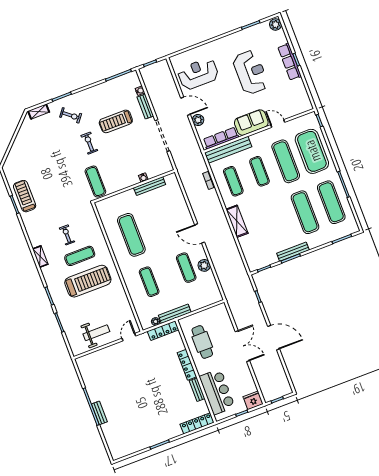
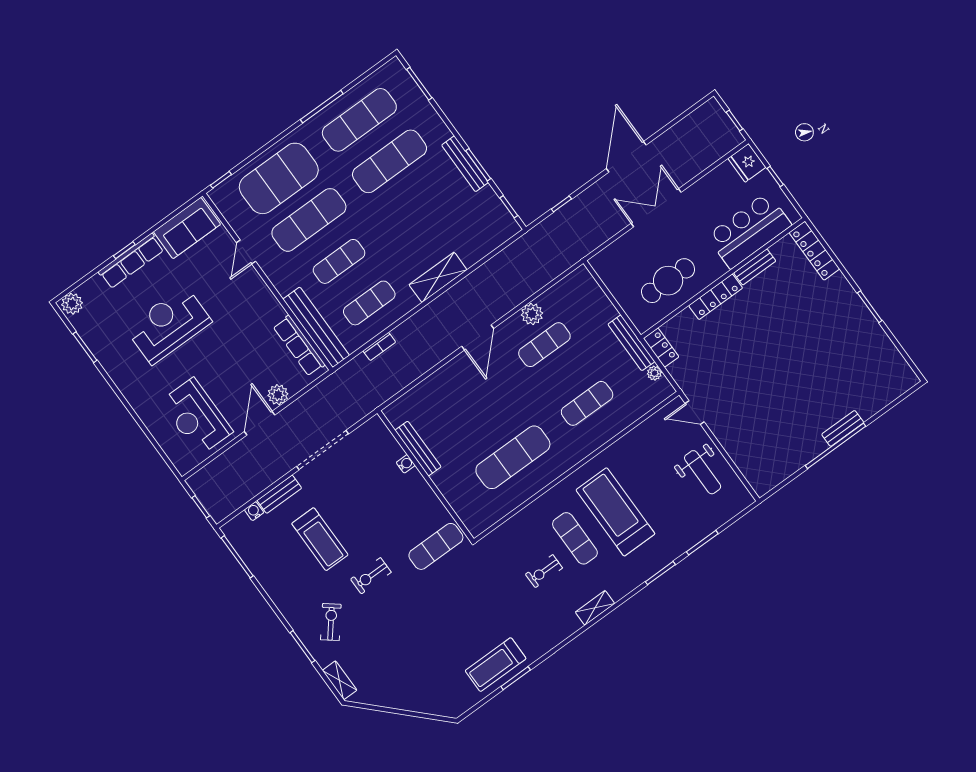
sofa: (251, 123) -> (187, 228), moved, turned -90
locker: (163, 331) -> (661, 348), width x0.66
weight bench: (96, 333) -> (703, 472), turned 180

